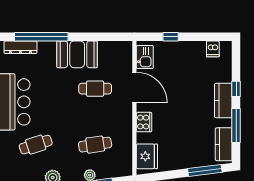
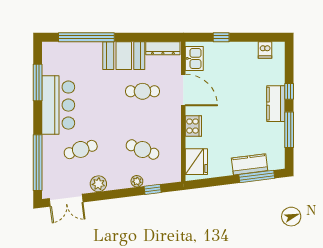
dresser: (20, 47) -> (163, 48), moved
kitchen counter: (224, 144) -> (250, 164), moved, turned 83
cafe table: (95, 145) -> (142, 149), turned 30

